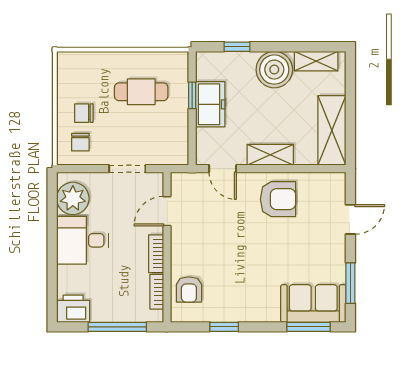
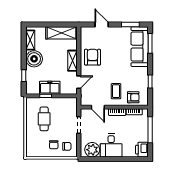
coffee table: (203, 251) -> (116, 91), added
sofa: (313, 303) -> (140, 47), width x1.36

